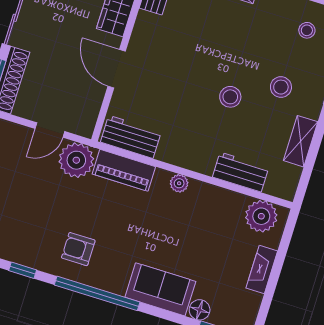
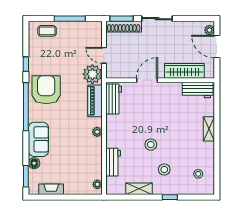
plant: (261, 216) -> (97, 184), width x0.53, depth x0.53
armchair: (78, 249) -> (46, 90), width x1.88, depth x1.88
fireplace: (262, 269) -> (51, 189), moved

